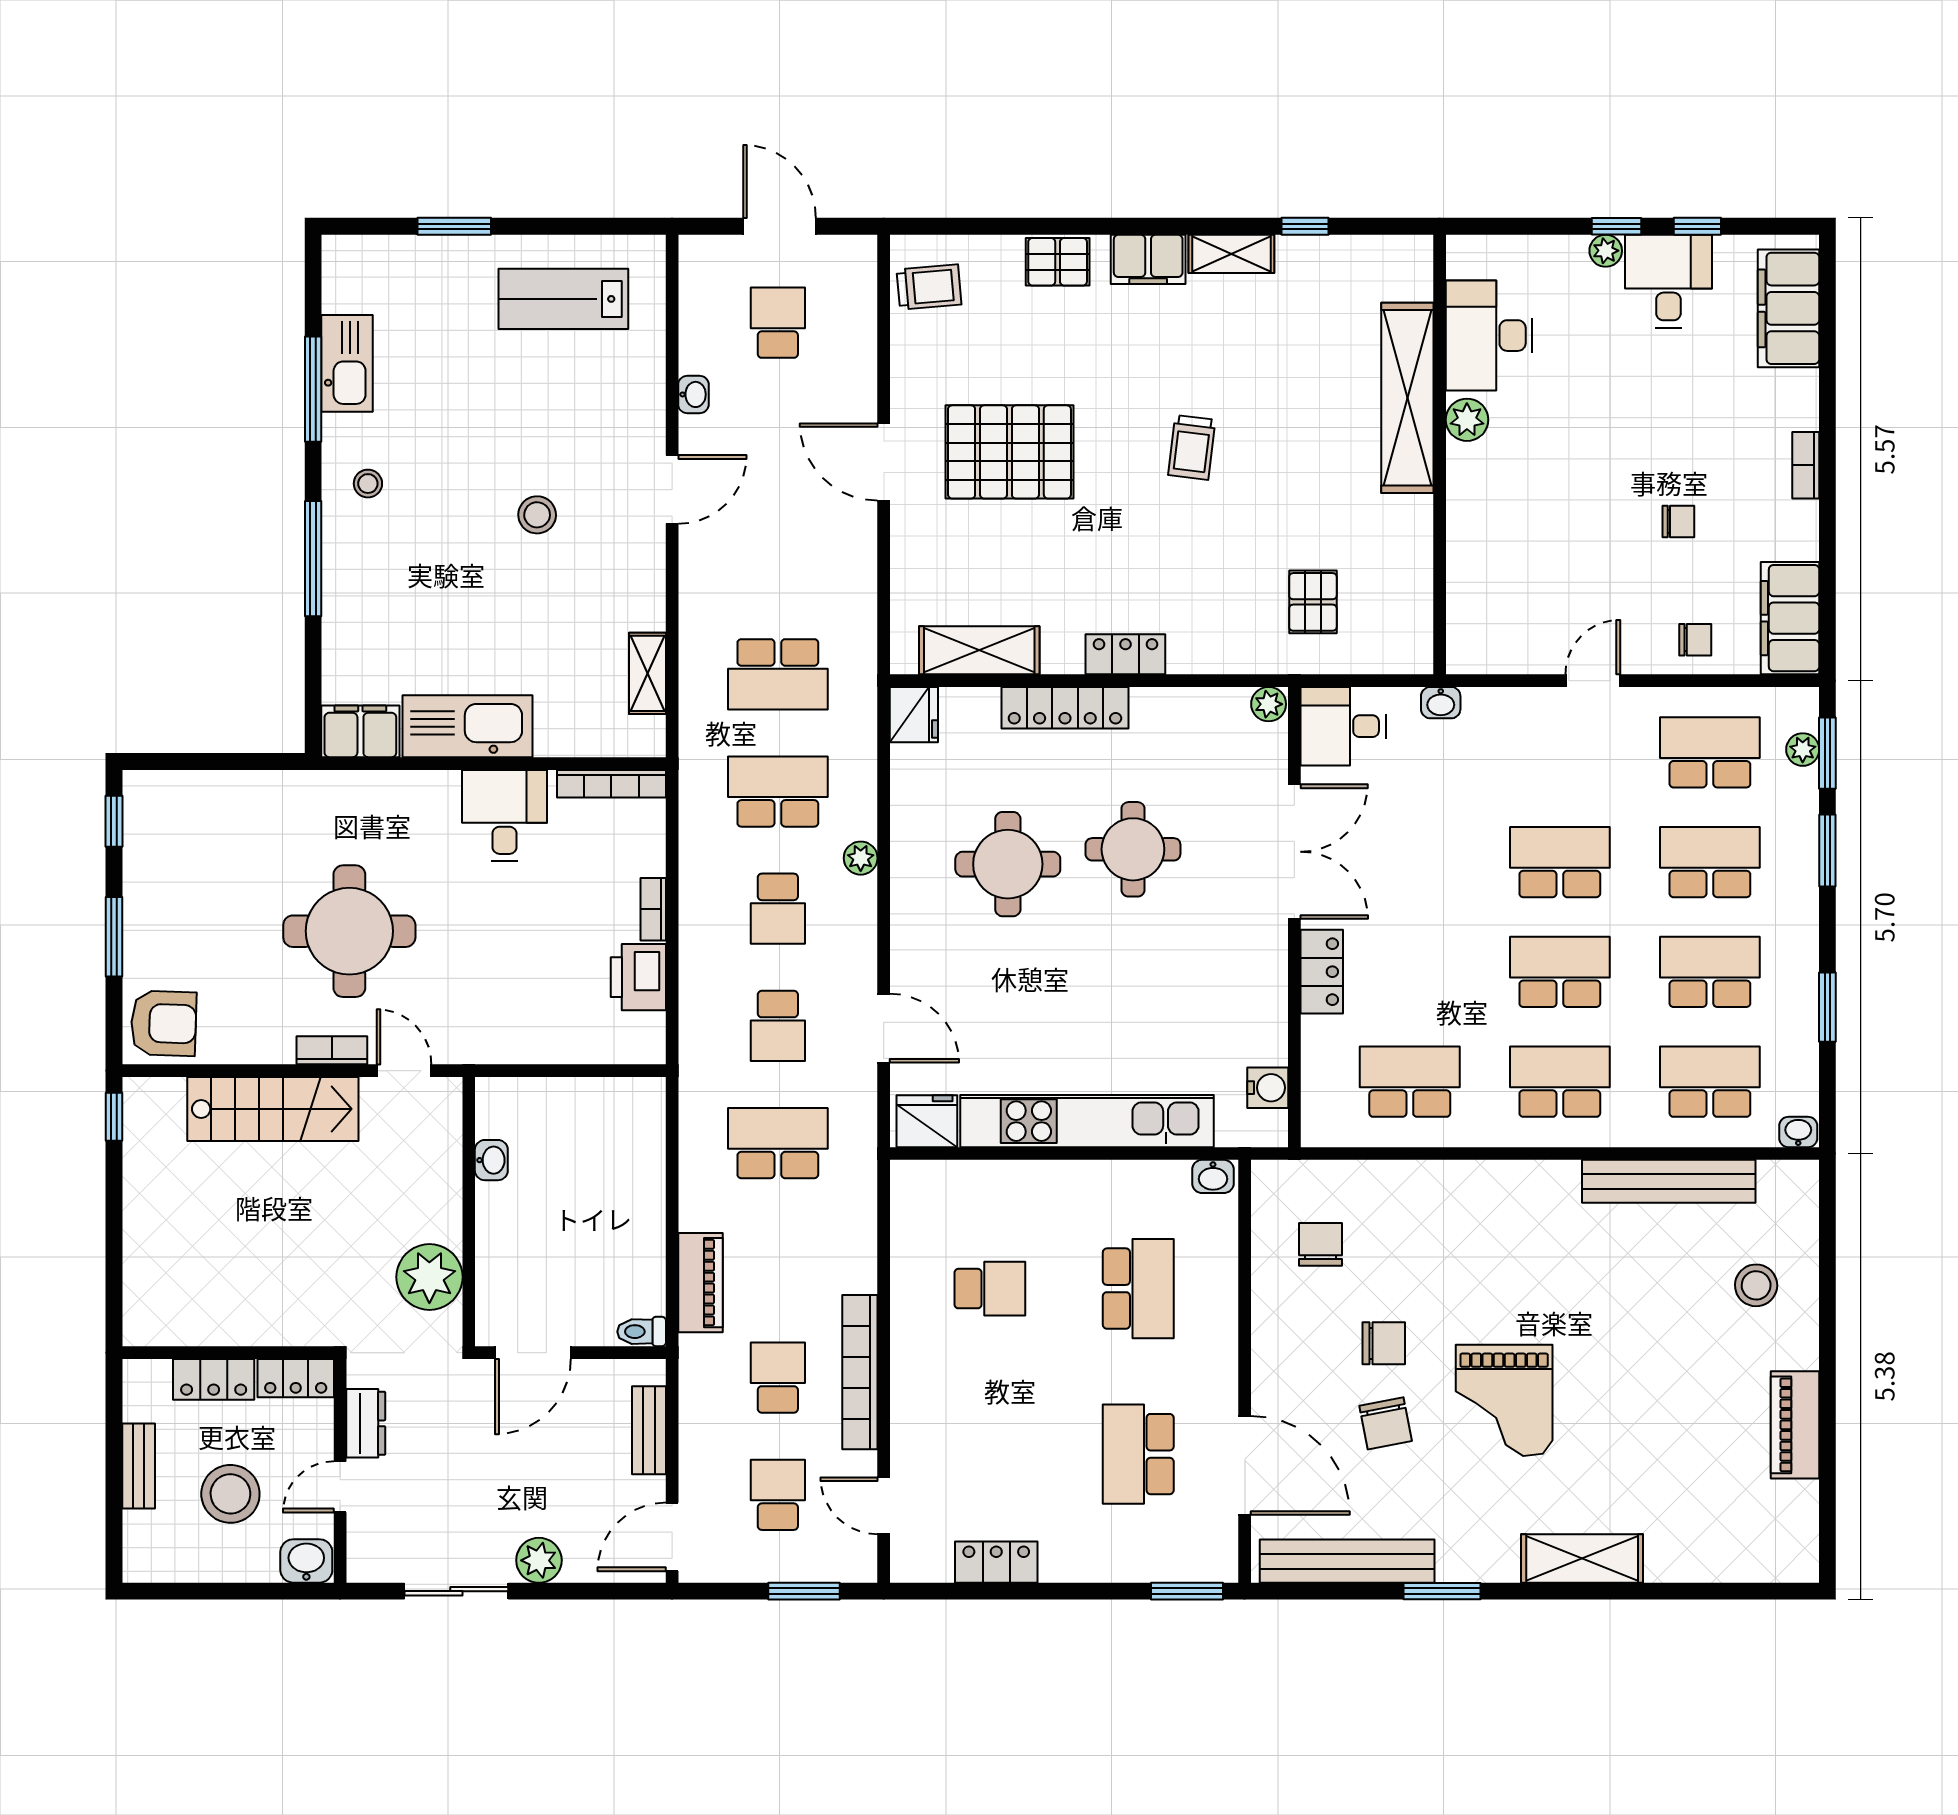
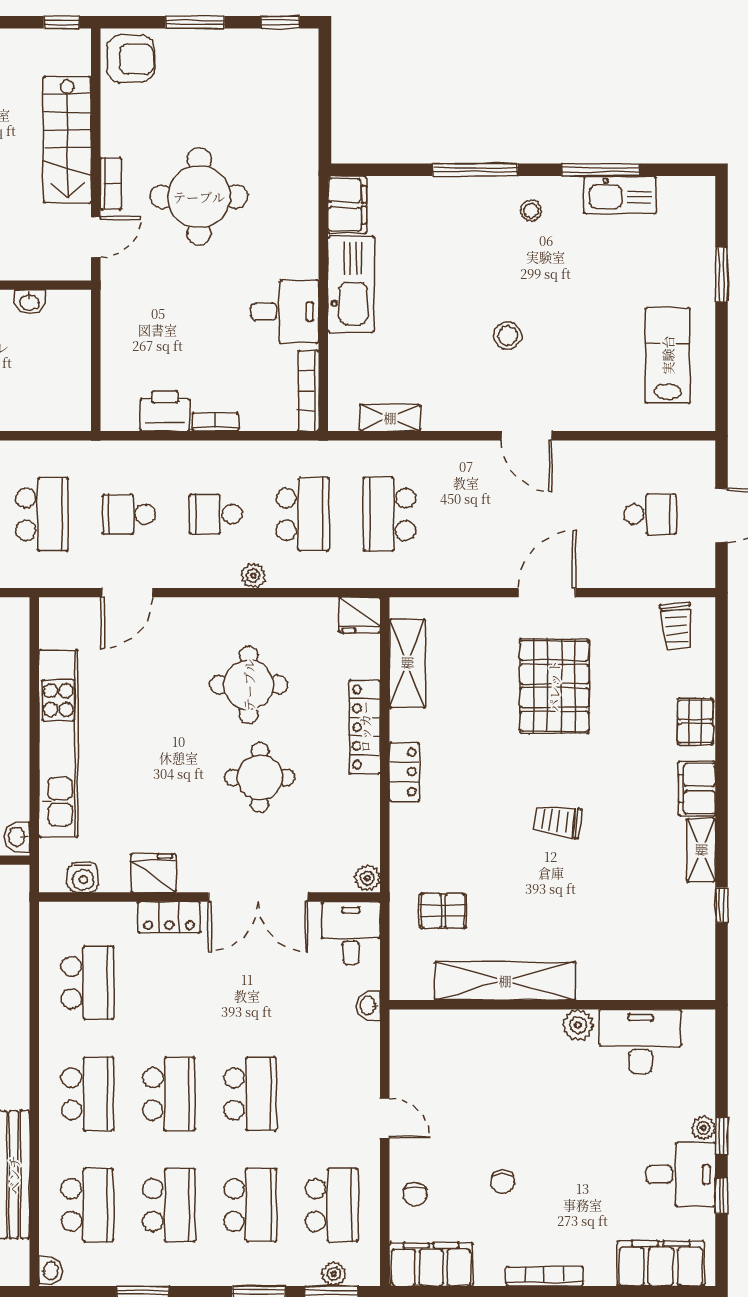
washbasin: (693, 394) -> (597, 452), removed
shelving: (1407, 398) -> (505, 981), moved
bookcase: (1806, 465) -> (544, 1276), width x1.56
armchair: (164, 1023) -> (131, 59), turned -92
fridge: (927, 1121) -> (153, 873), moved, turned -90

